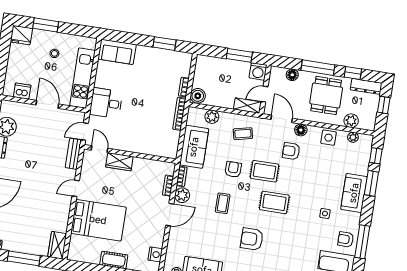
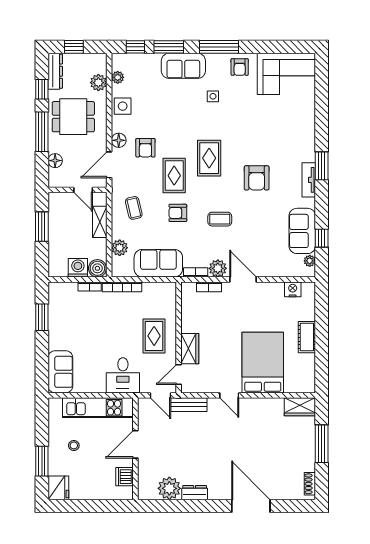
washing machine: (258, 71) -> (78, 268), moved, turned -90
shelving: (247, 106) -> (100, 222), moved
rug: (135, 134) -> (154, 336), added
window: (362, 242) -> (219, 47), moved

